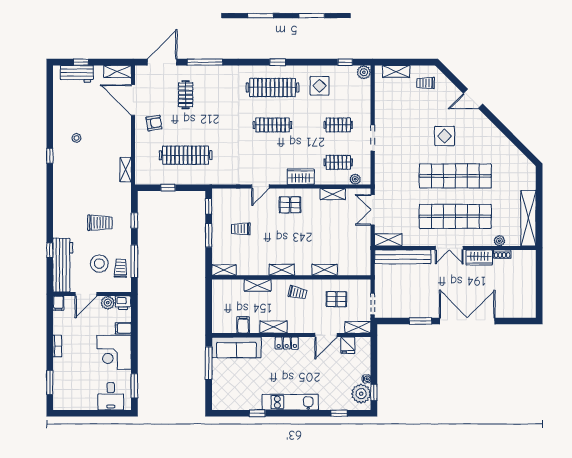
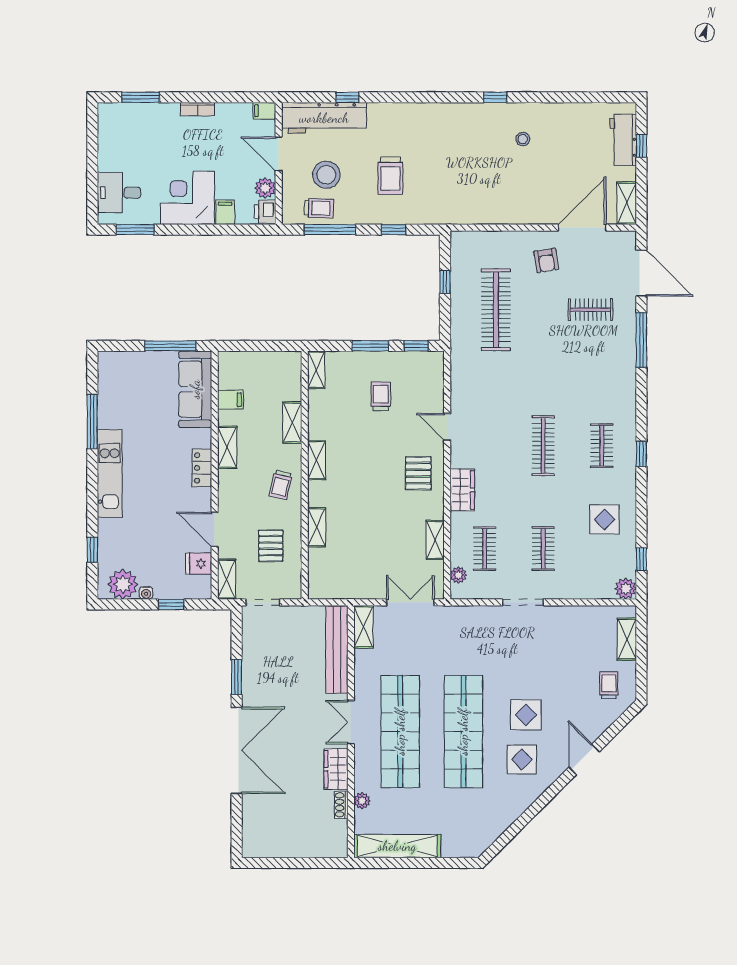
clothes rail: (273, 88) -> (602, 446), width x0.54, depth x0.76
display table: (473, 139) -> (522, 759), added
shelving: (126, 170) -> (473, 216), removed
window: (374, 392) -> (171, 604), moved
window: (257, 413) -> (92, 422), width x2.17

